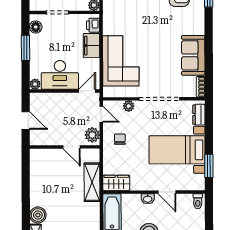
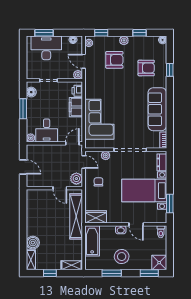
sofa: (193, 55) -> (157, 109), width x1.36
desk: (60, 75) -> (47, 130), width x0.73
shelving: (92, 182) -> (76, 216), width x1.47

